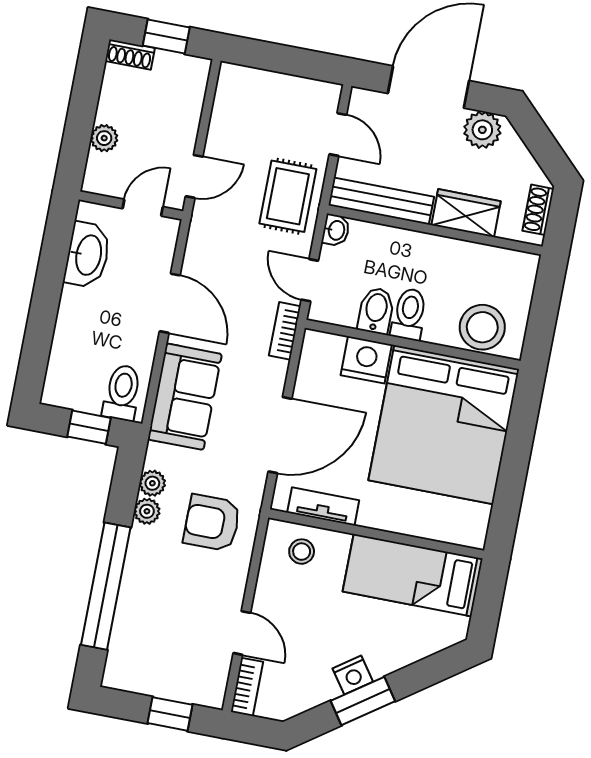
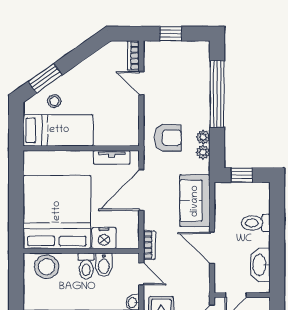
toilet: (122, 393) -> (256, 223), moved, turned 90
stool: (302, 552) -> (54, 101), moved
nightstand: (353, 675) -> (79, 72), removed
window: (363, 701) -> (45, 78), moved

